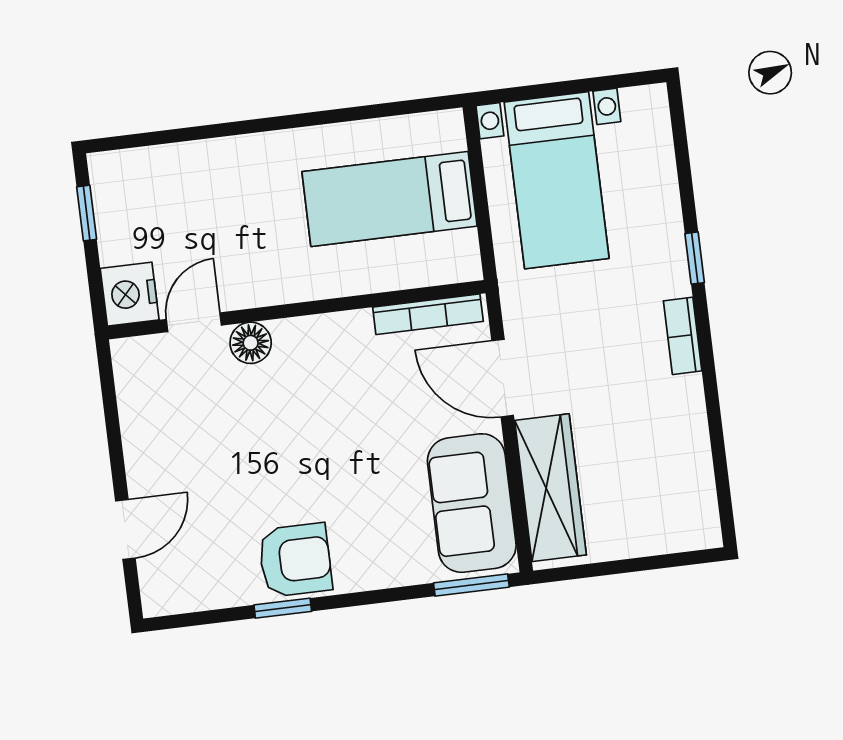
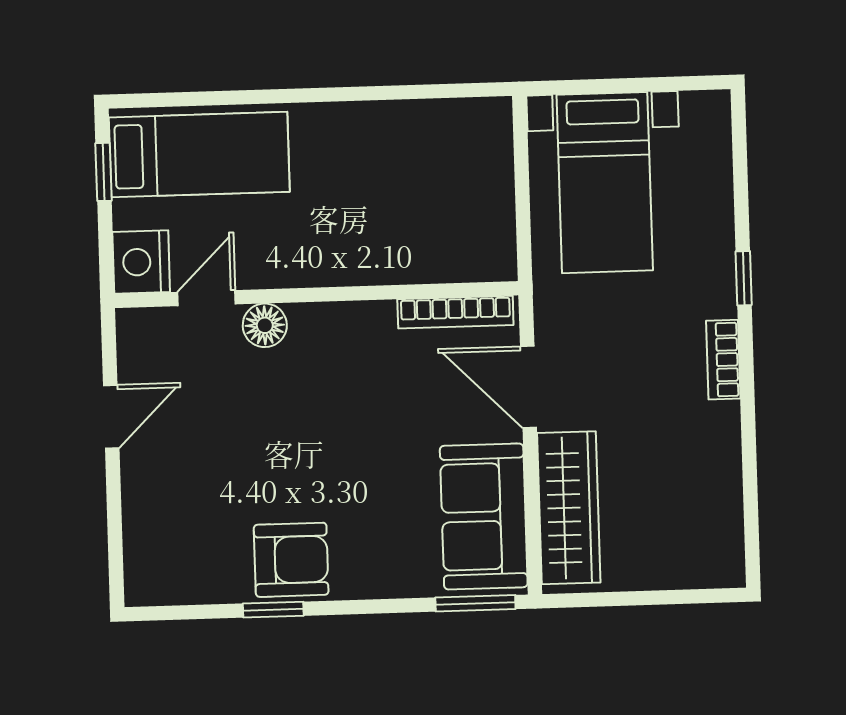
bed: (389, 199) -> (199, 155), moved, turned 180
door: (125, 530) -> (111, 417), moved

